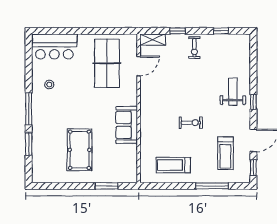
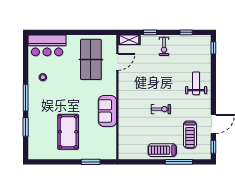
window: (253, 102) -> (213, 48), moved
treadmill: (173, 165) -> (162, 150), moved

